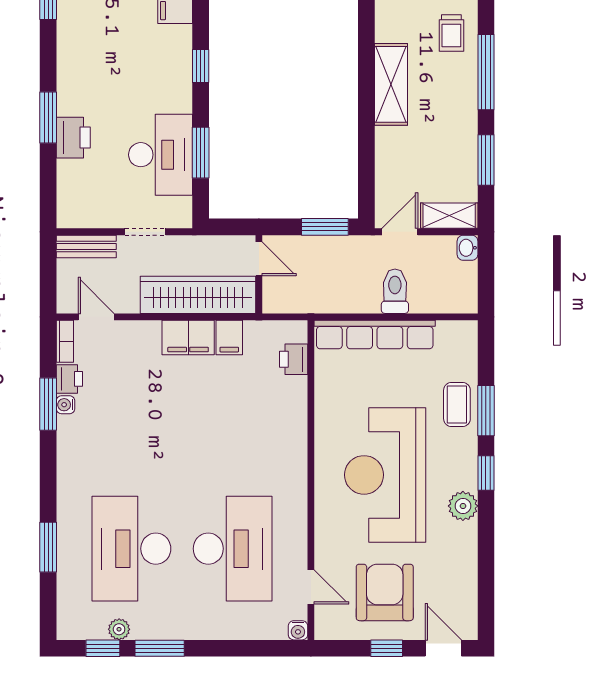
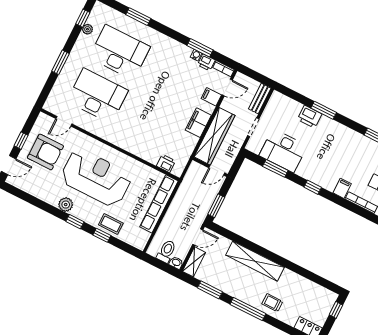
shelving: (391, 84) -> (255, 261), width x1.47
door: (400, 232) -> (198, 237), hinge flipped
toilet: (395, 291) -> (166, 251), moved, turned -90
filing cabinet: (229, 337) -> (211, 97), moved
window: (486, 411) -> (102, 235), width x0.67
desk: (233, 549) -> (98, 96), turned 180
water cooler: (298, 630) -> (48, 106), removed
window: (160, 648) -> (60, 62), moved

